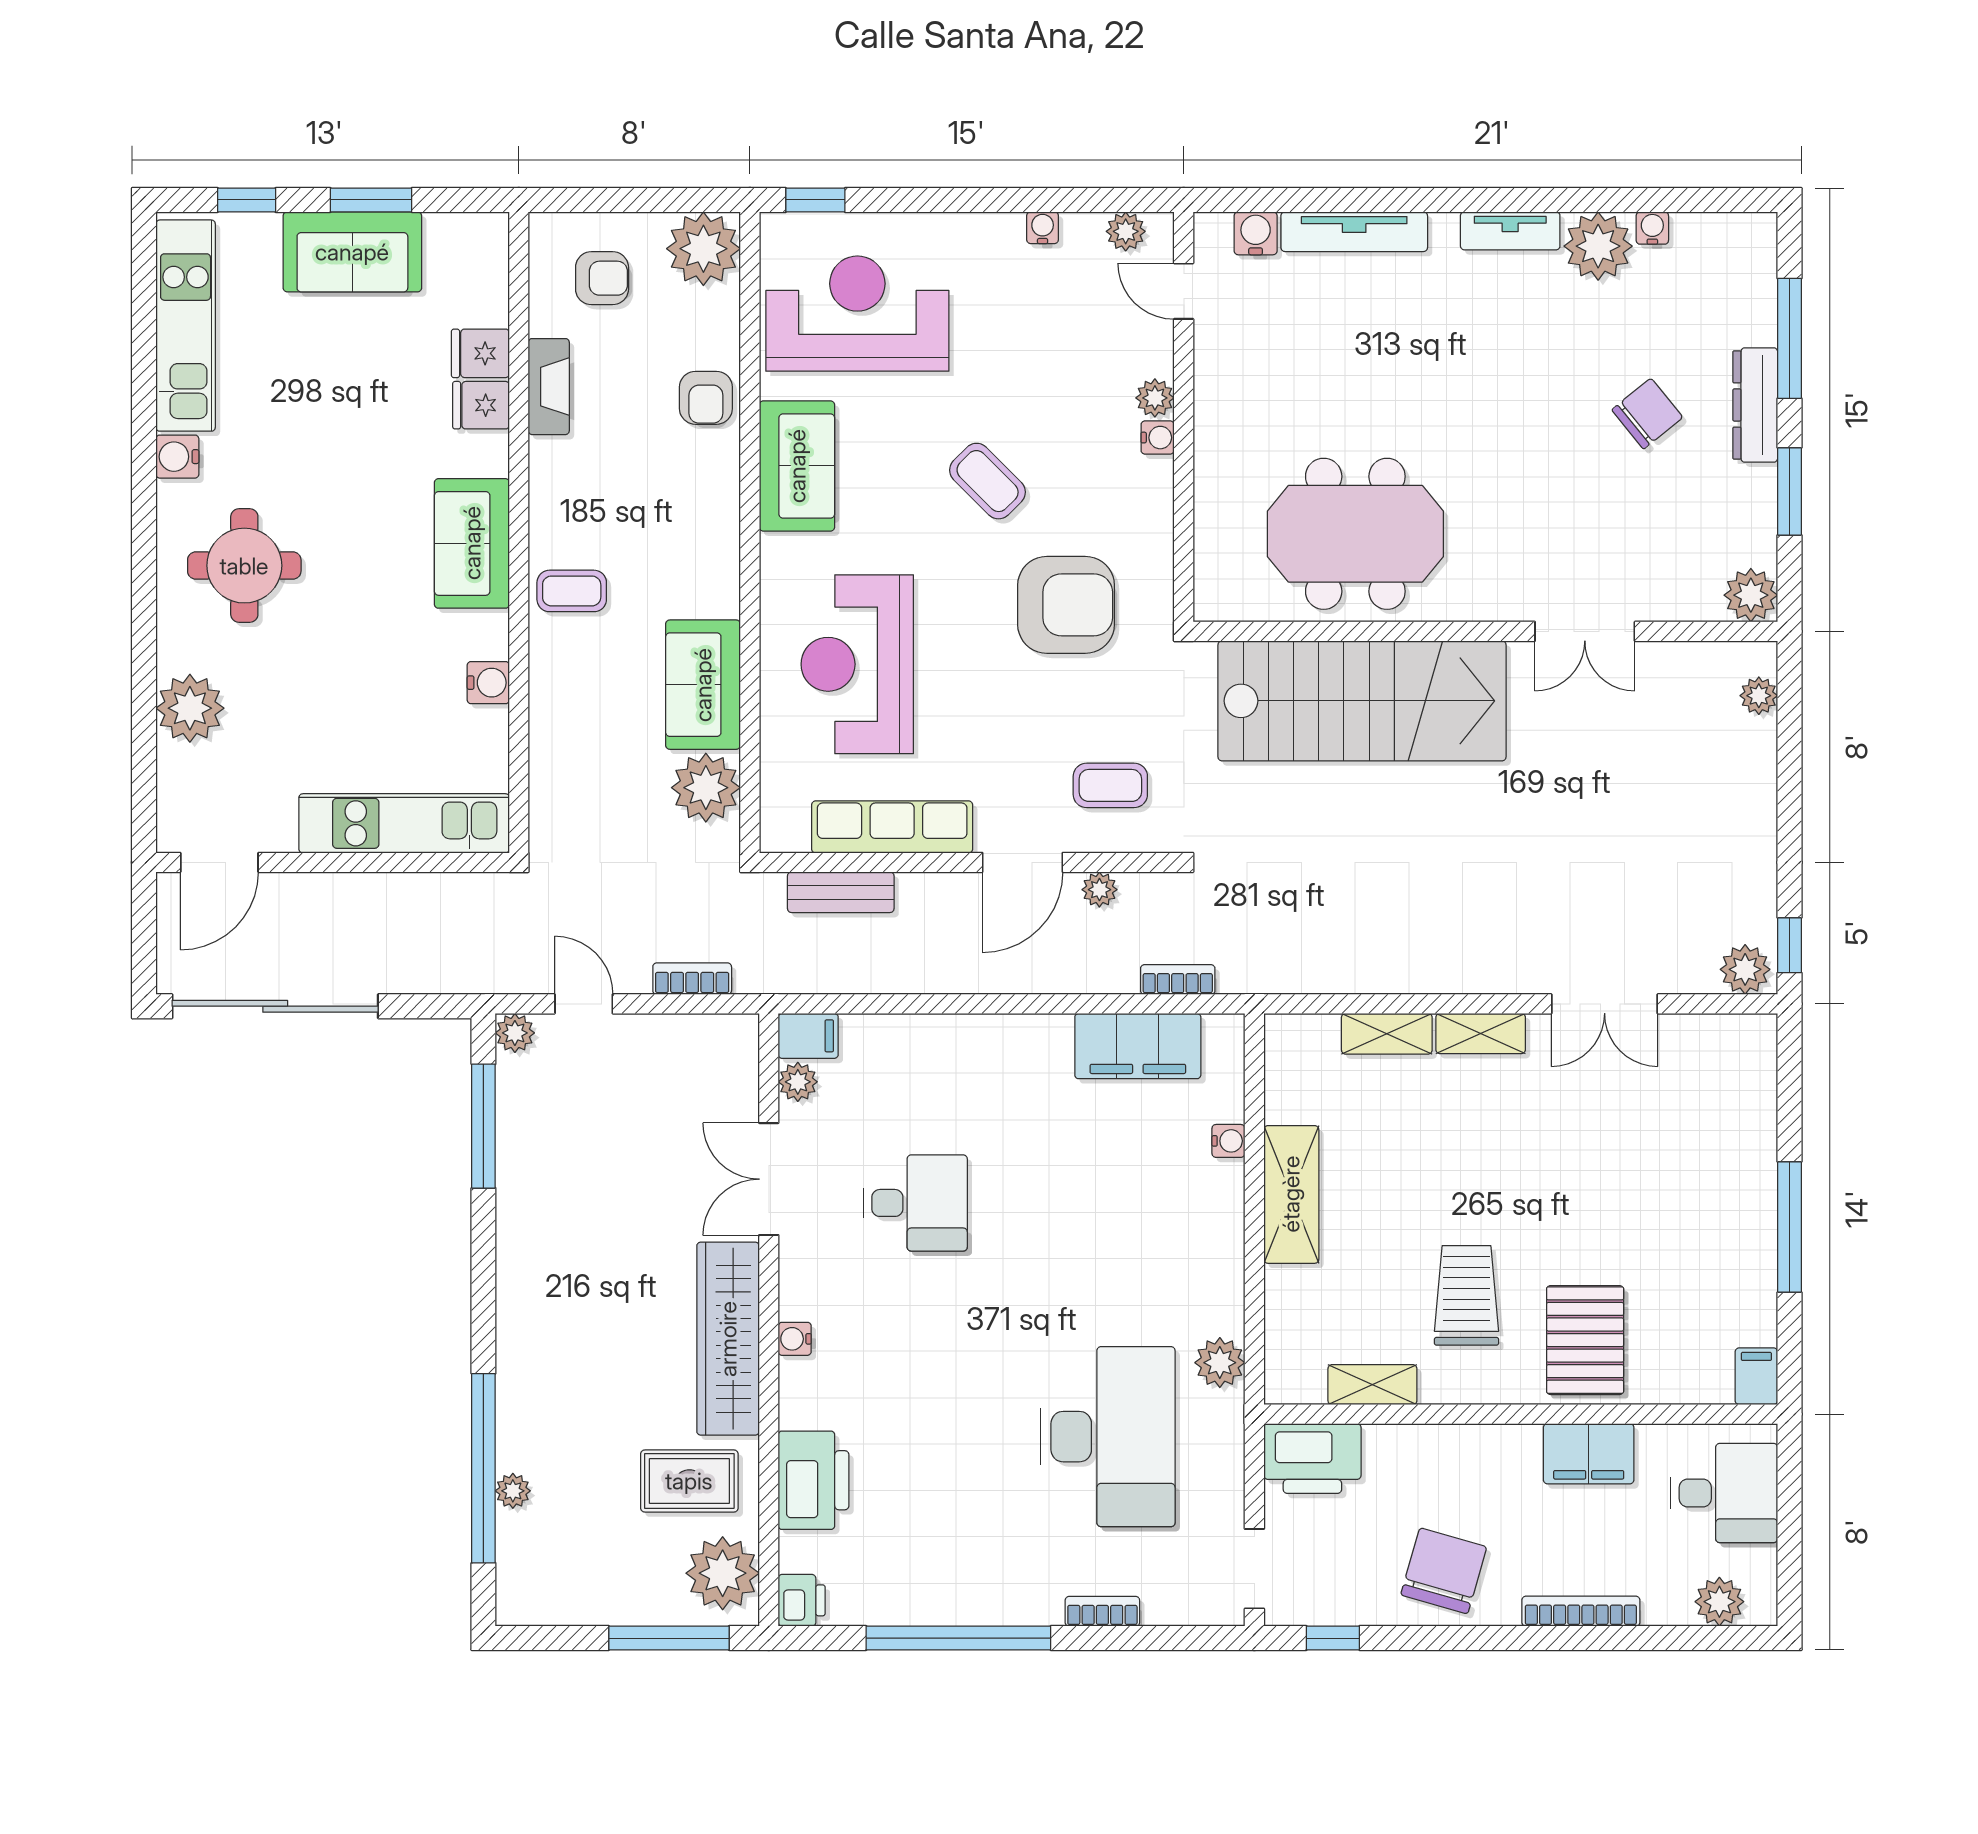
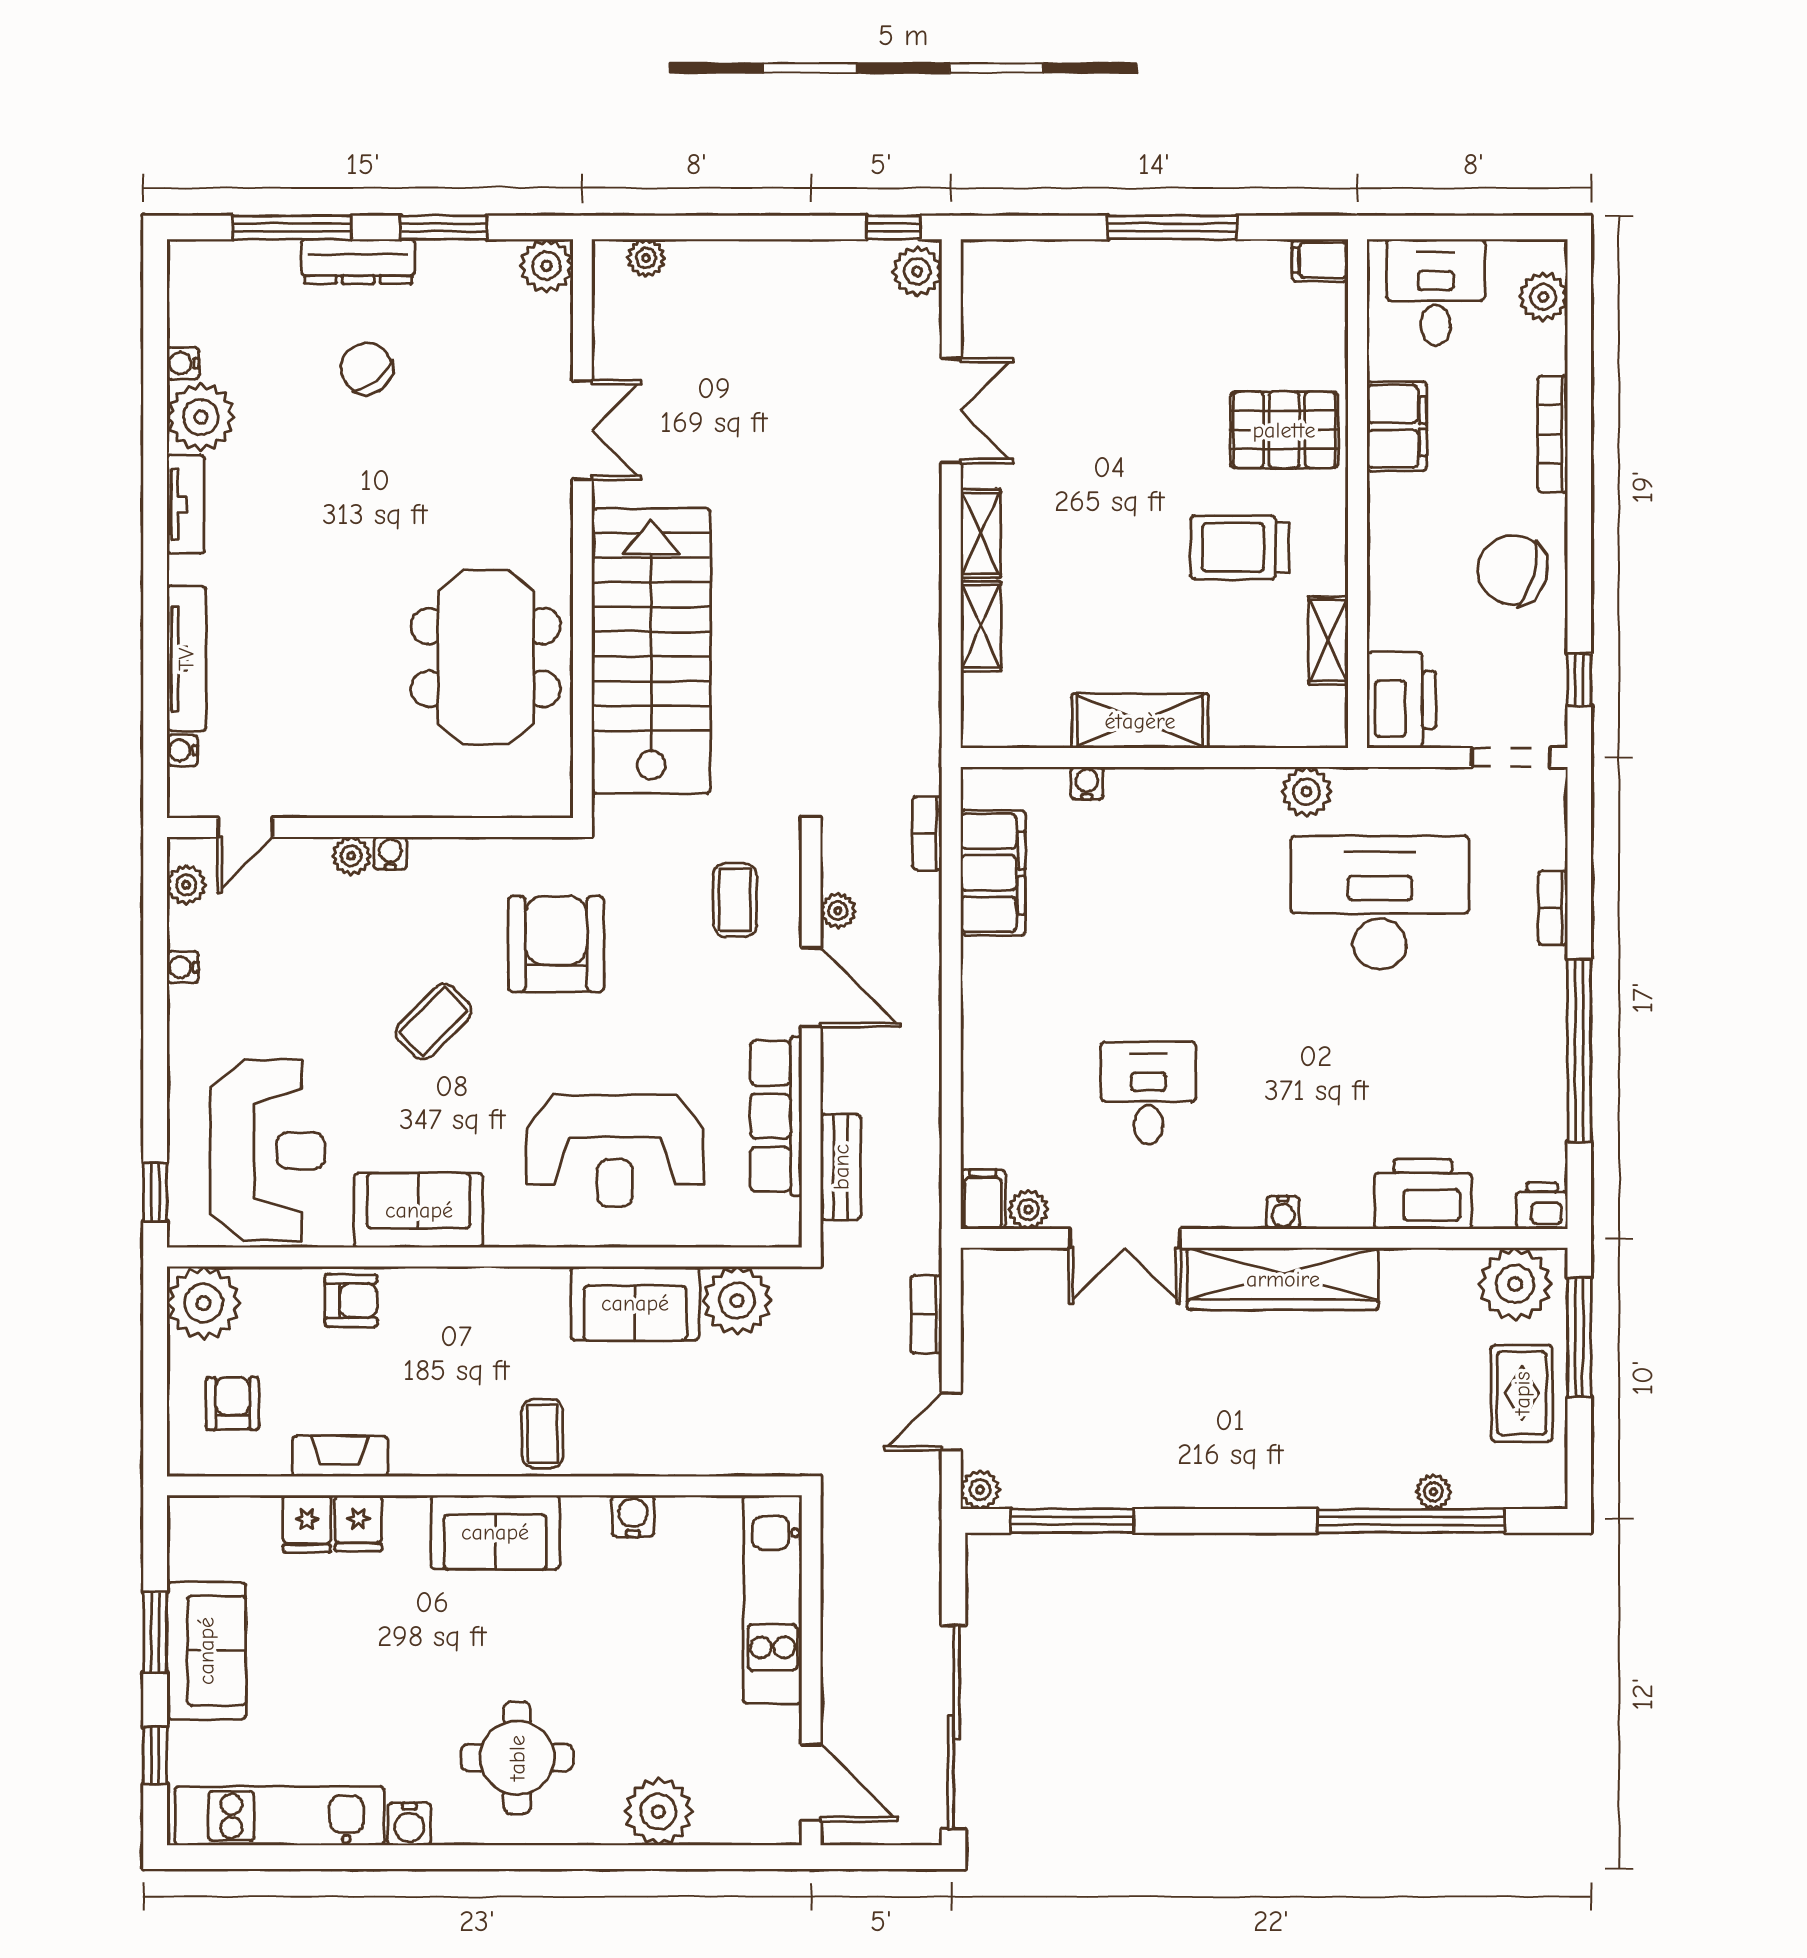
water cooler: (1256, 233) -> (182, 750), width x0.72, depth x0.72
reception desk: (857, 314) -> (268, 1151), turned 180
rug: (689, 1481) -> (1522, 1393), moved

